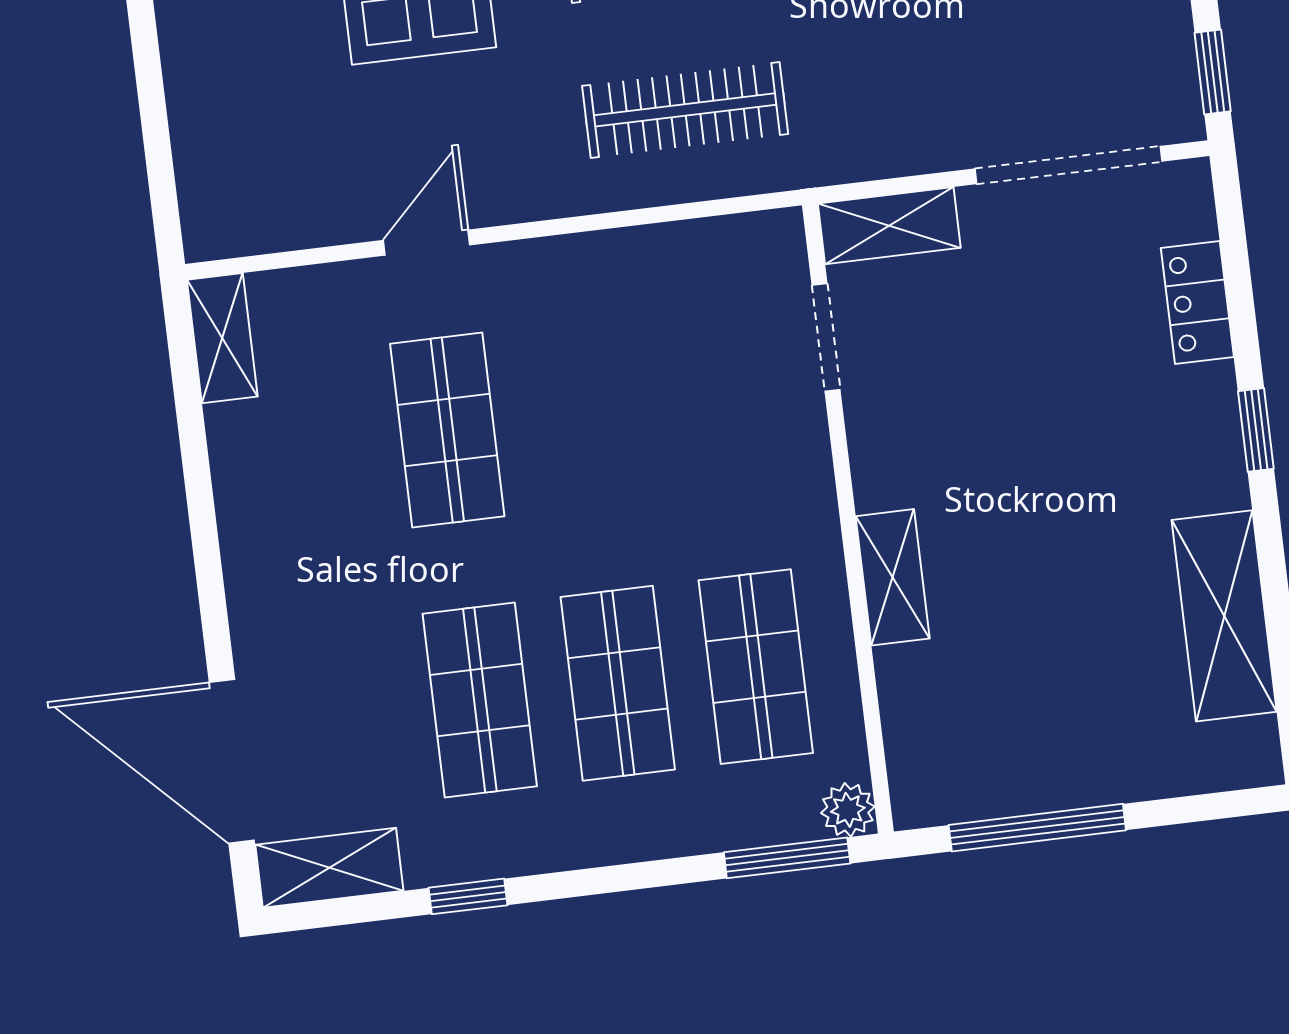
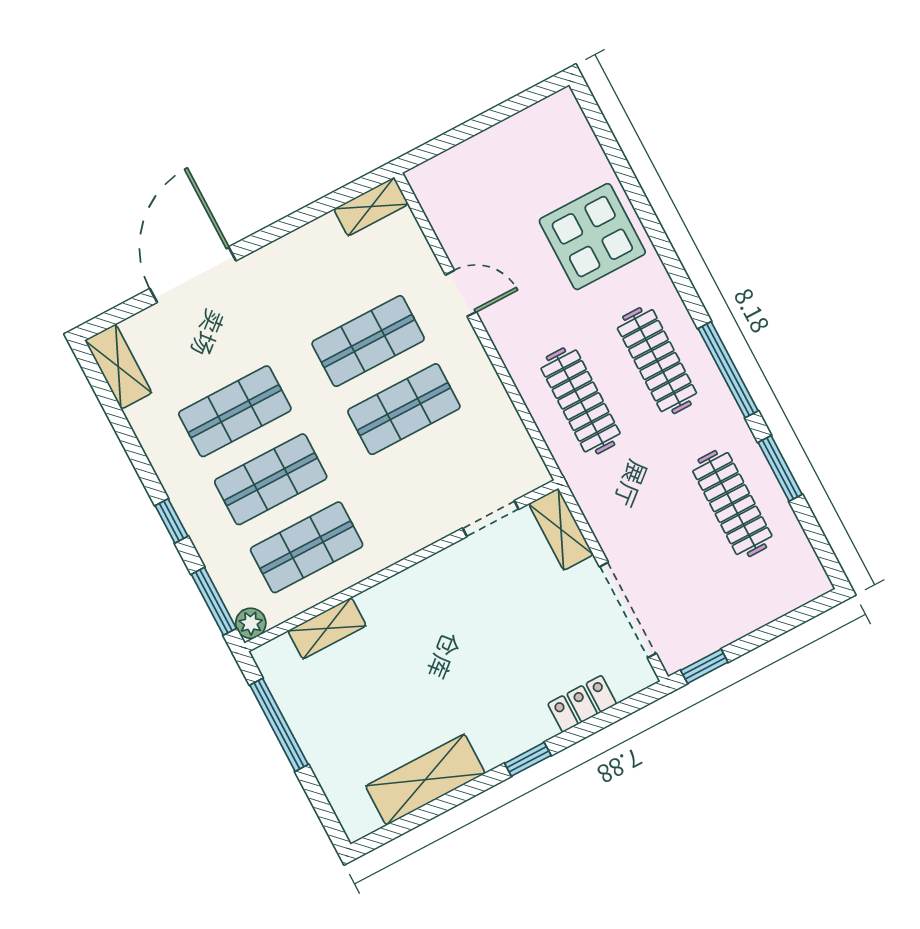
shop shelf: (585, 413) -> (404, 409), added
shelving: (893, 577) -> (327, 628), moved
door: (232, 761) -> (193, 275), moved
window: (468, 896) -> (171, 521), moved

